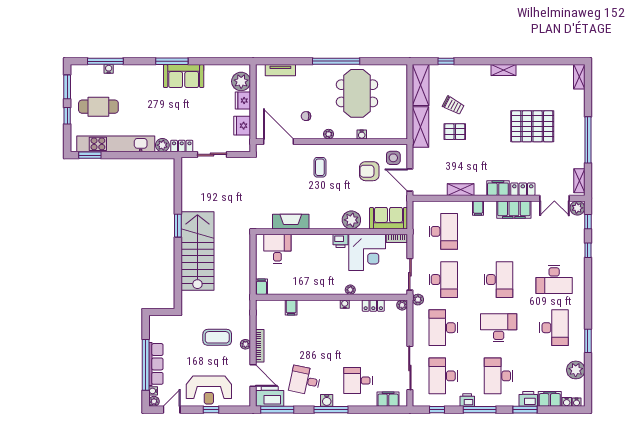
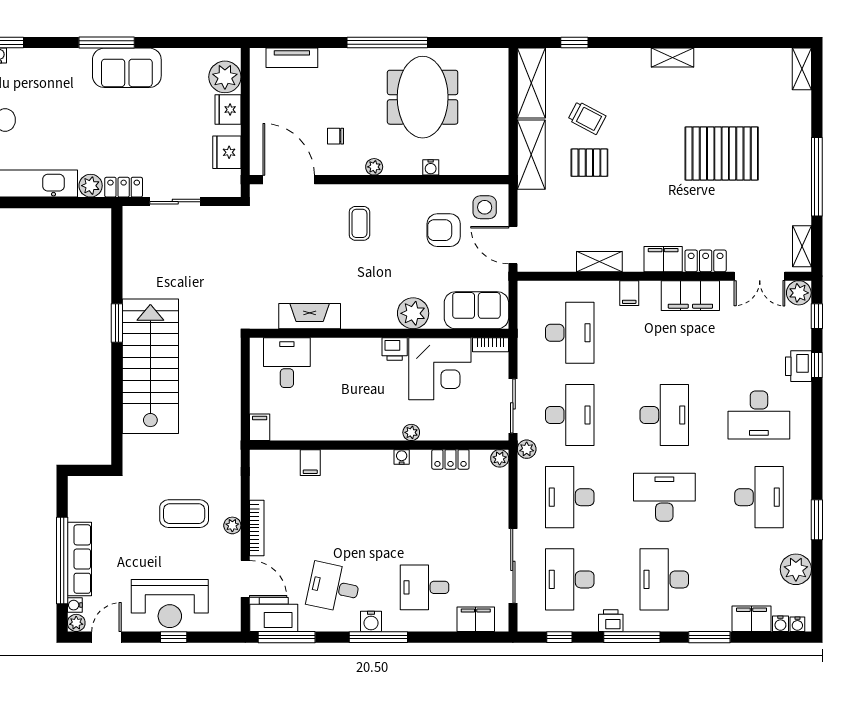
printer: (528, 399) -> (798, 366), moved, turned -90

